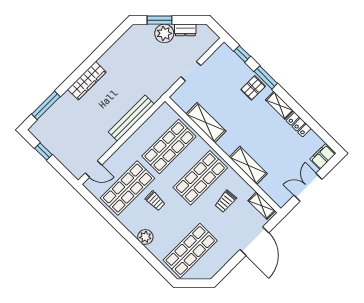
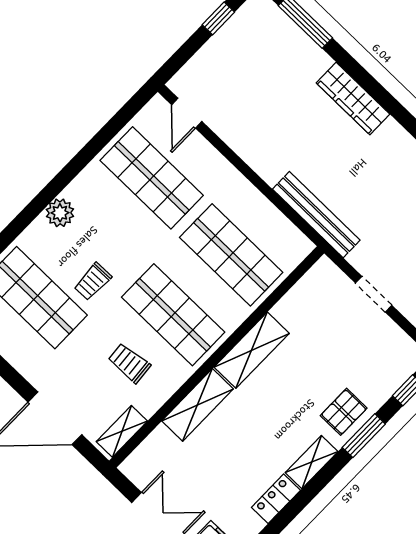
pallet: (253, 88) -> (344, 412), turned 90
bench: (131, 118) -> (316, 215), moved
shelving: (206, 123) -> (252, 350), moved
trolley: (155, 201) -> (93, 282), moved

